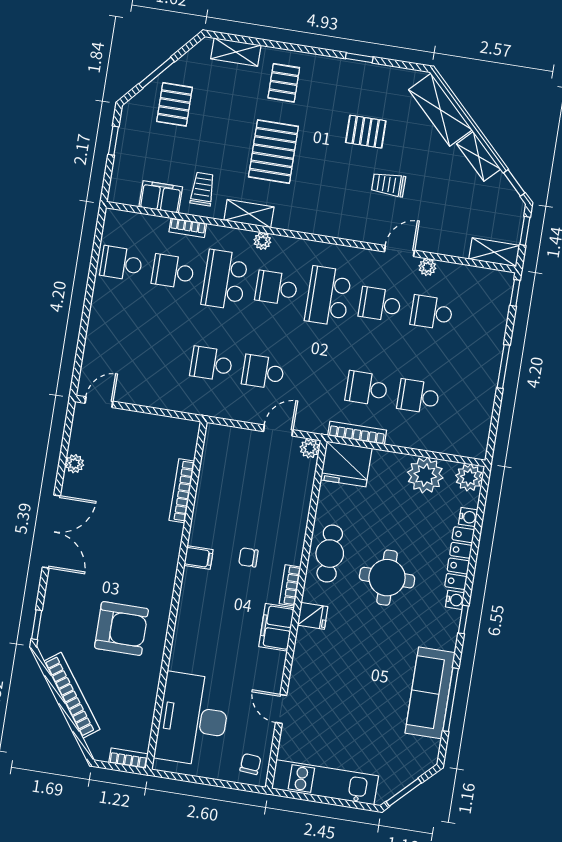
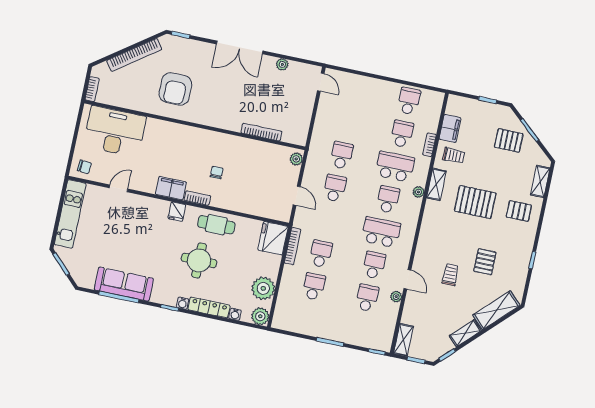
plant: (310, 448) -> (296, 159), moved
filing cabinet: (198, 558) -> (218, 141), removed

